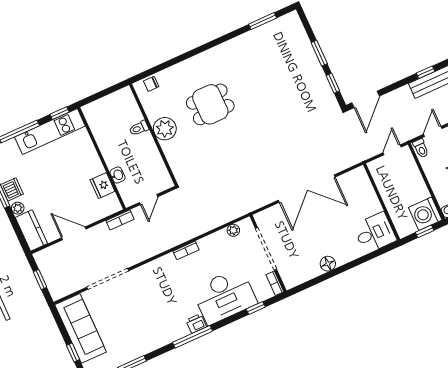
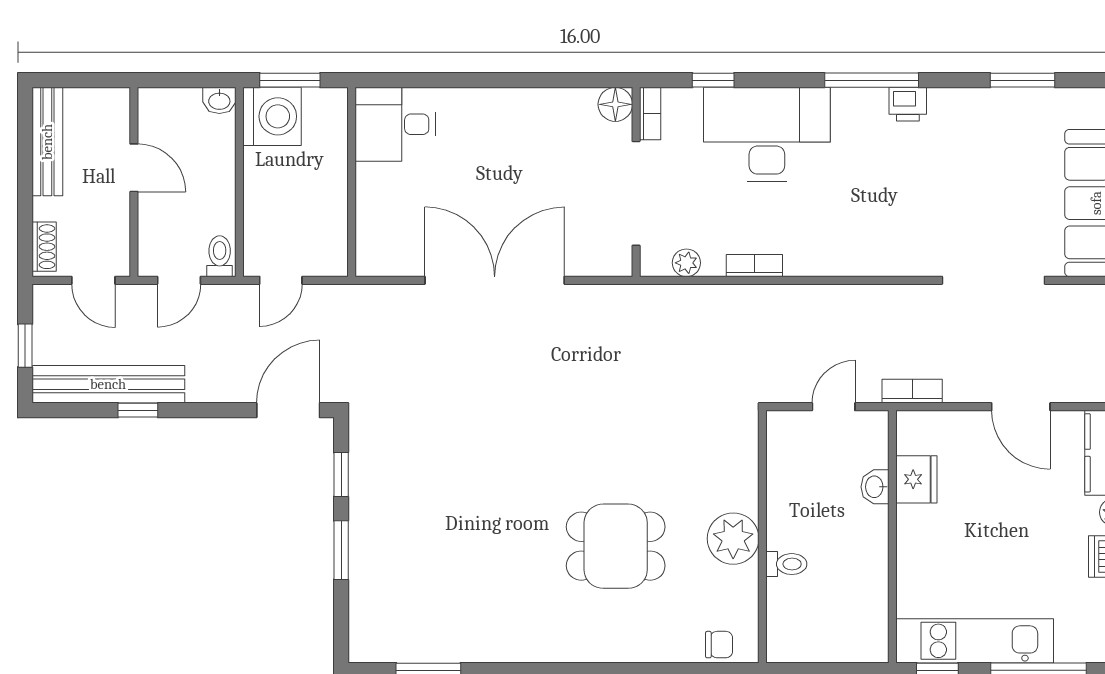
window: (425, 231) -> (290, 80), width x1.50
bookcase: (186, 250) -> (754, 266), moved
floor lamp: (328, 264) -> (615, 104), moved
printer: (196, 324) -> (908, 104), moved

